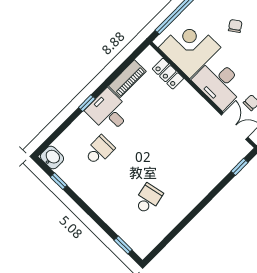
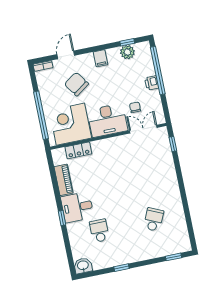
chair: (235, 26) -> (76, 84), width x1.87, depth x1.87
window: (59, 181) -> (121, 268), moved
school desk: (148, 199) -> (154, 220), turned 36

